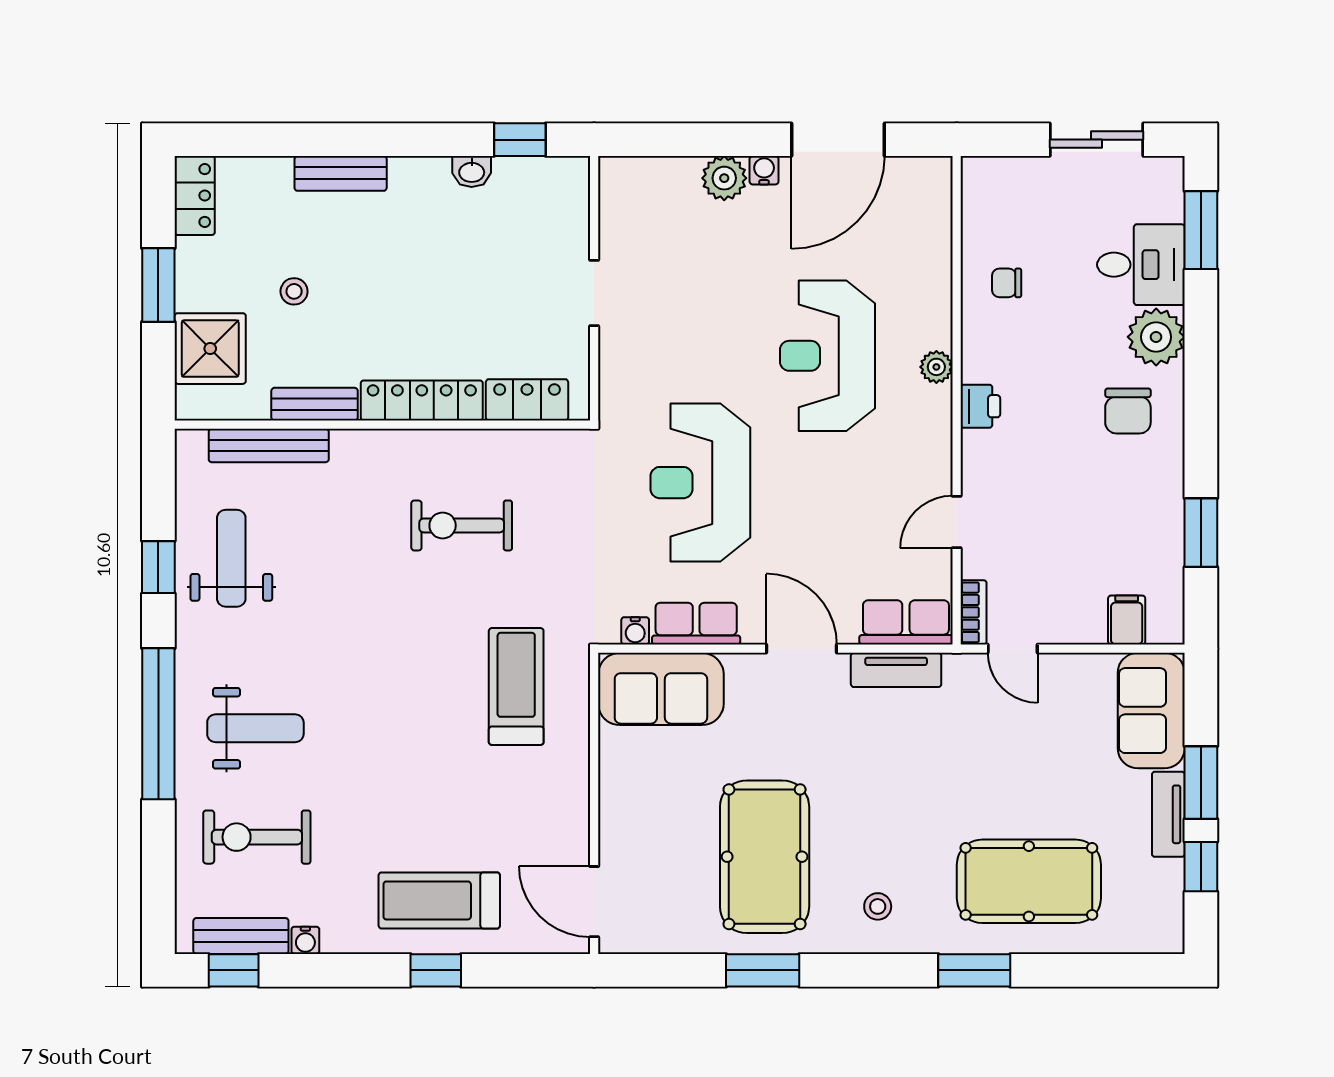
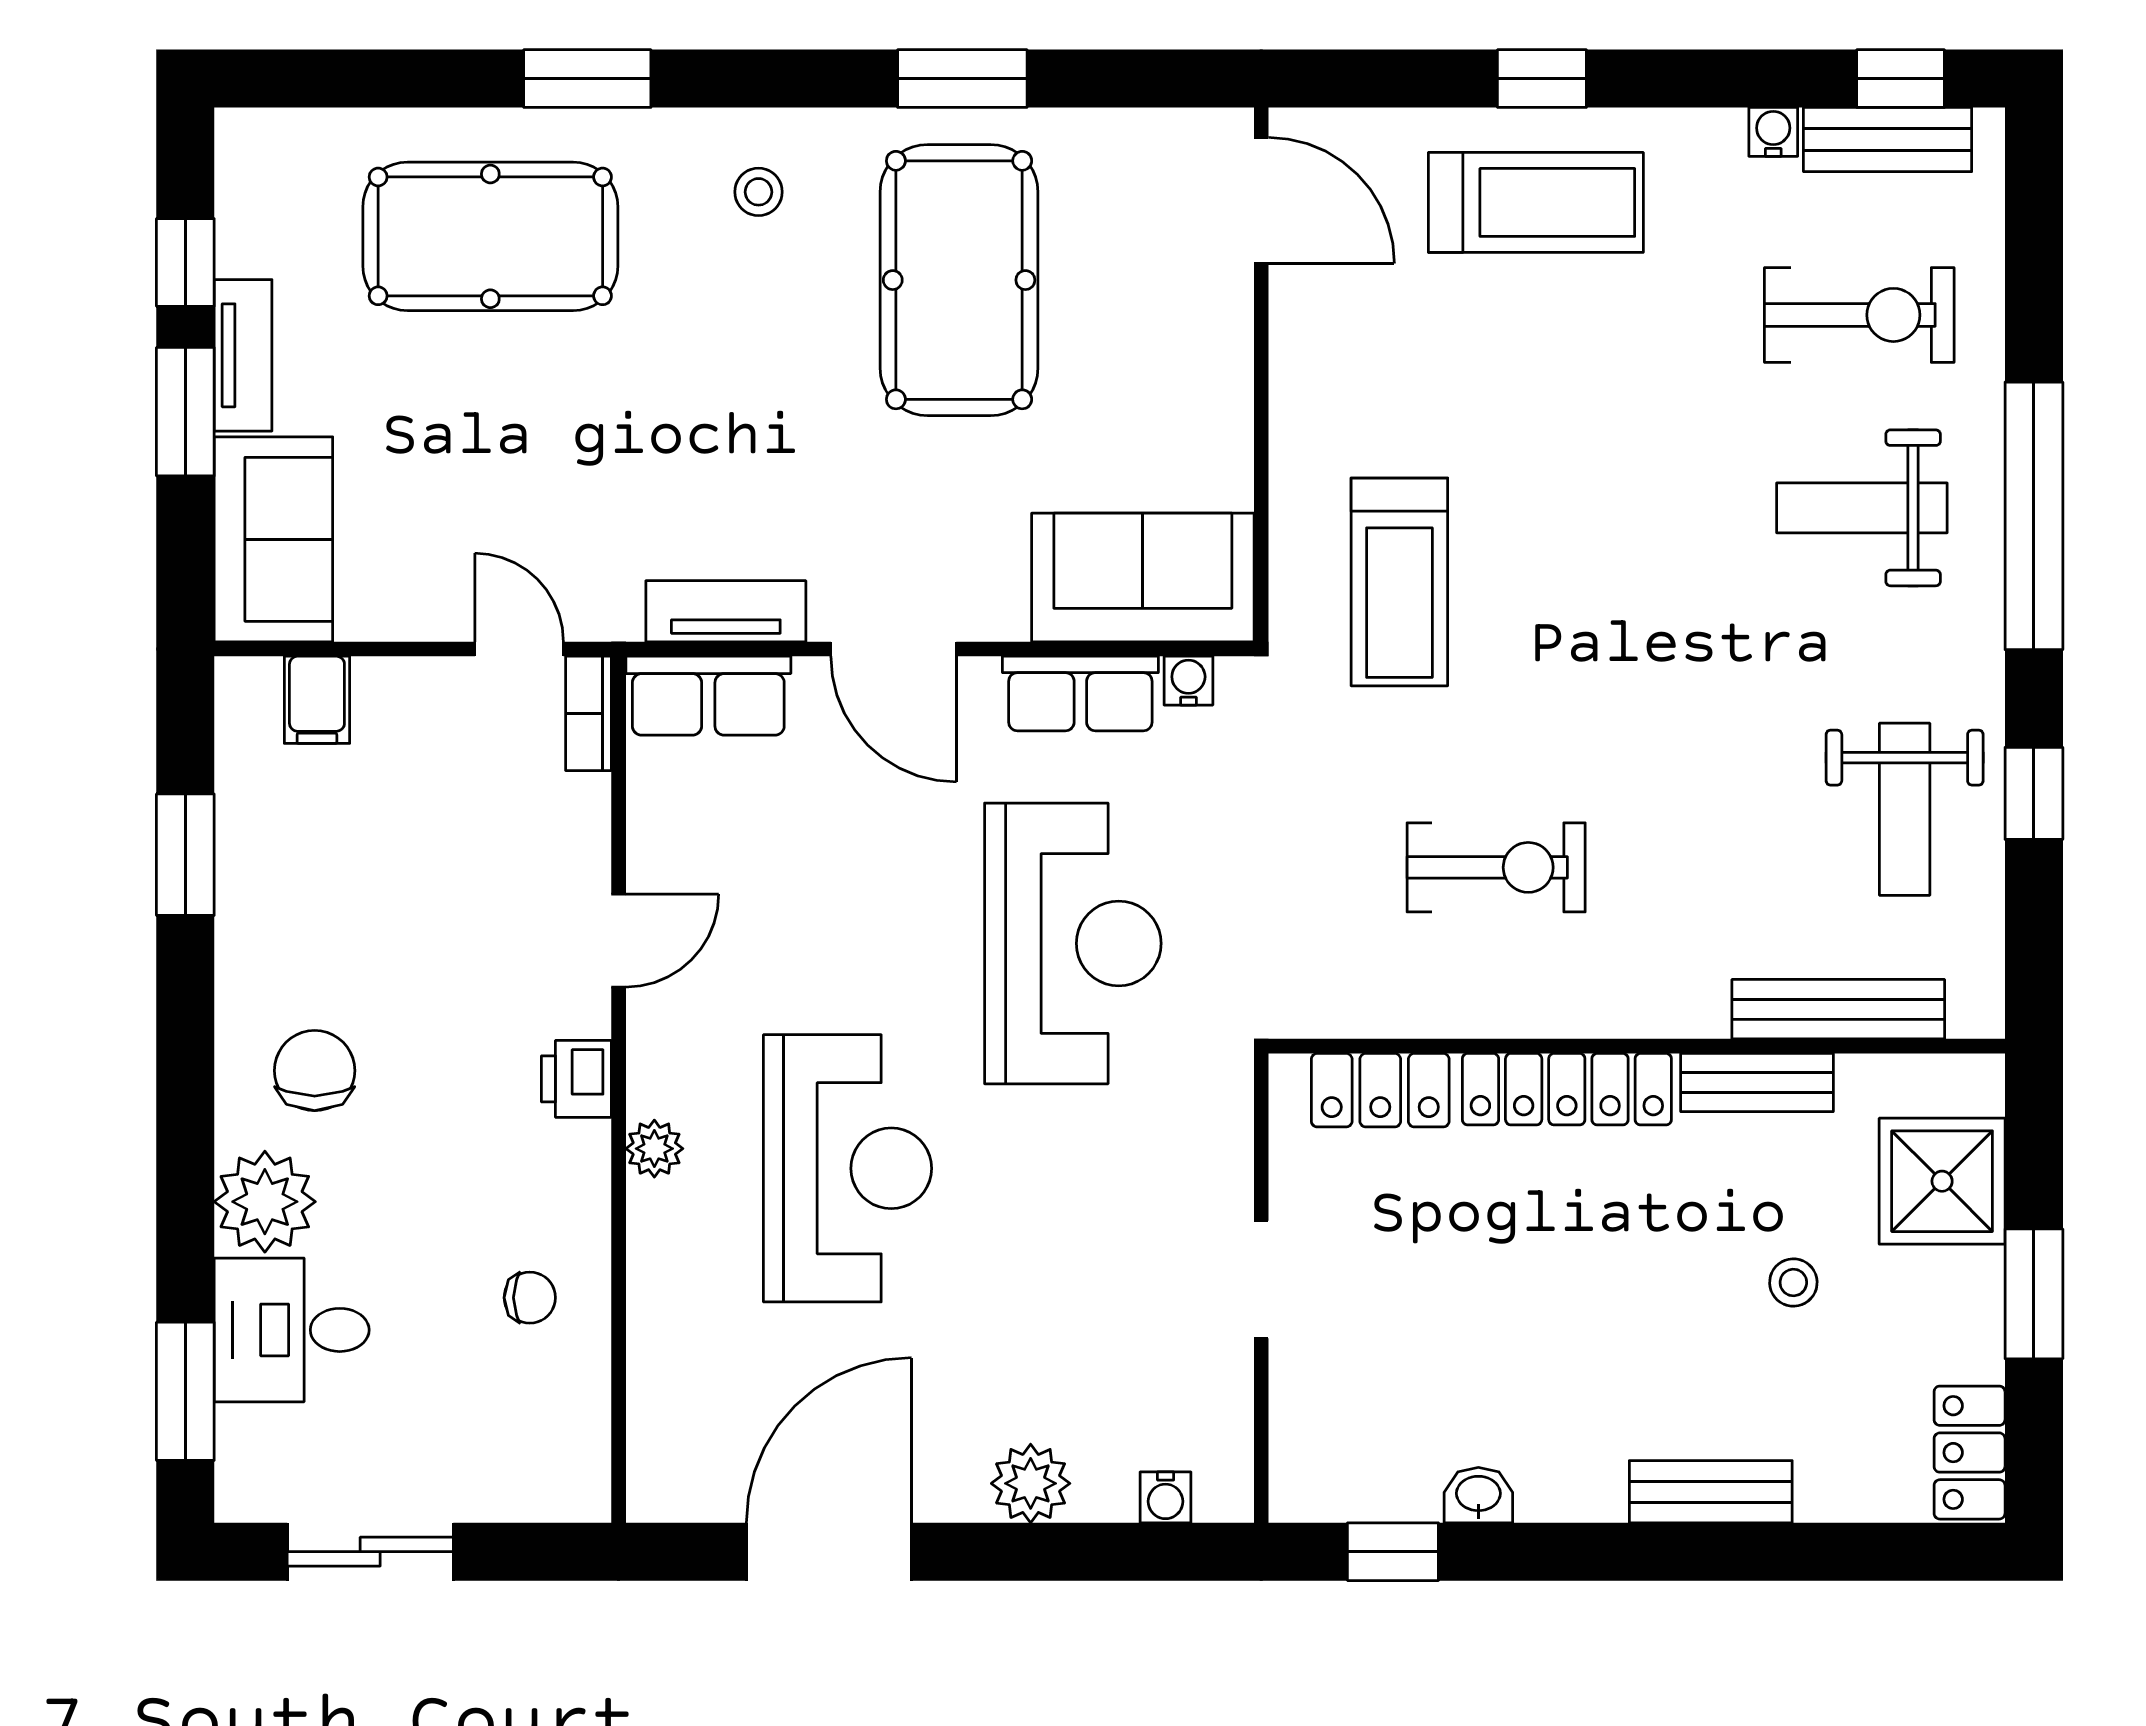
water cooler: (764, 170) -> (1166, 1497), moved
door: (957, 522) -> (619, 941), moved

